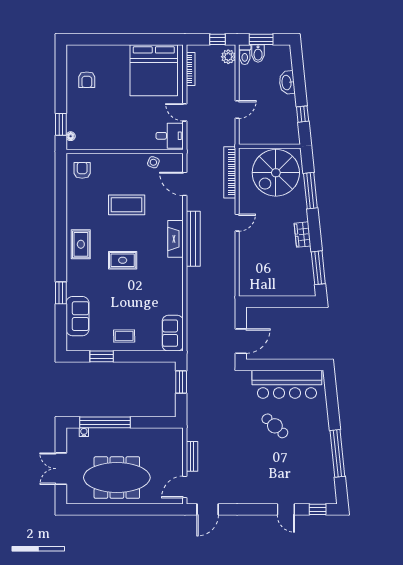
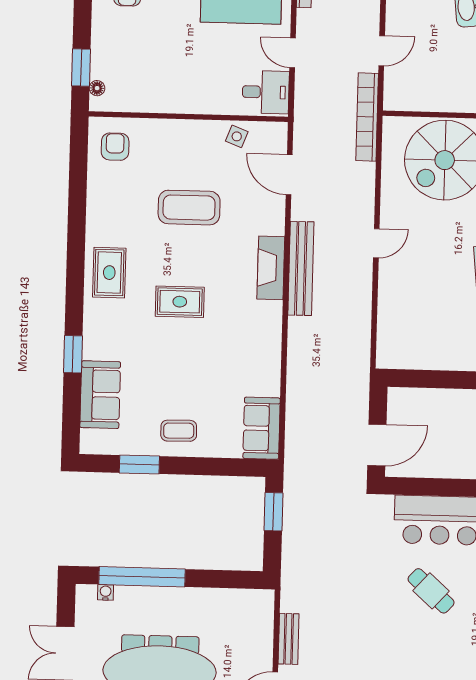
bookcase: (230, 172) -> (367, 117), moved

